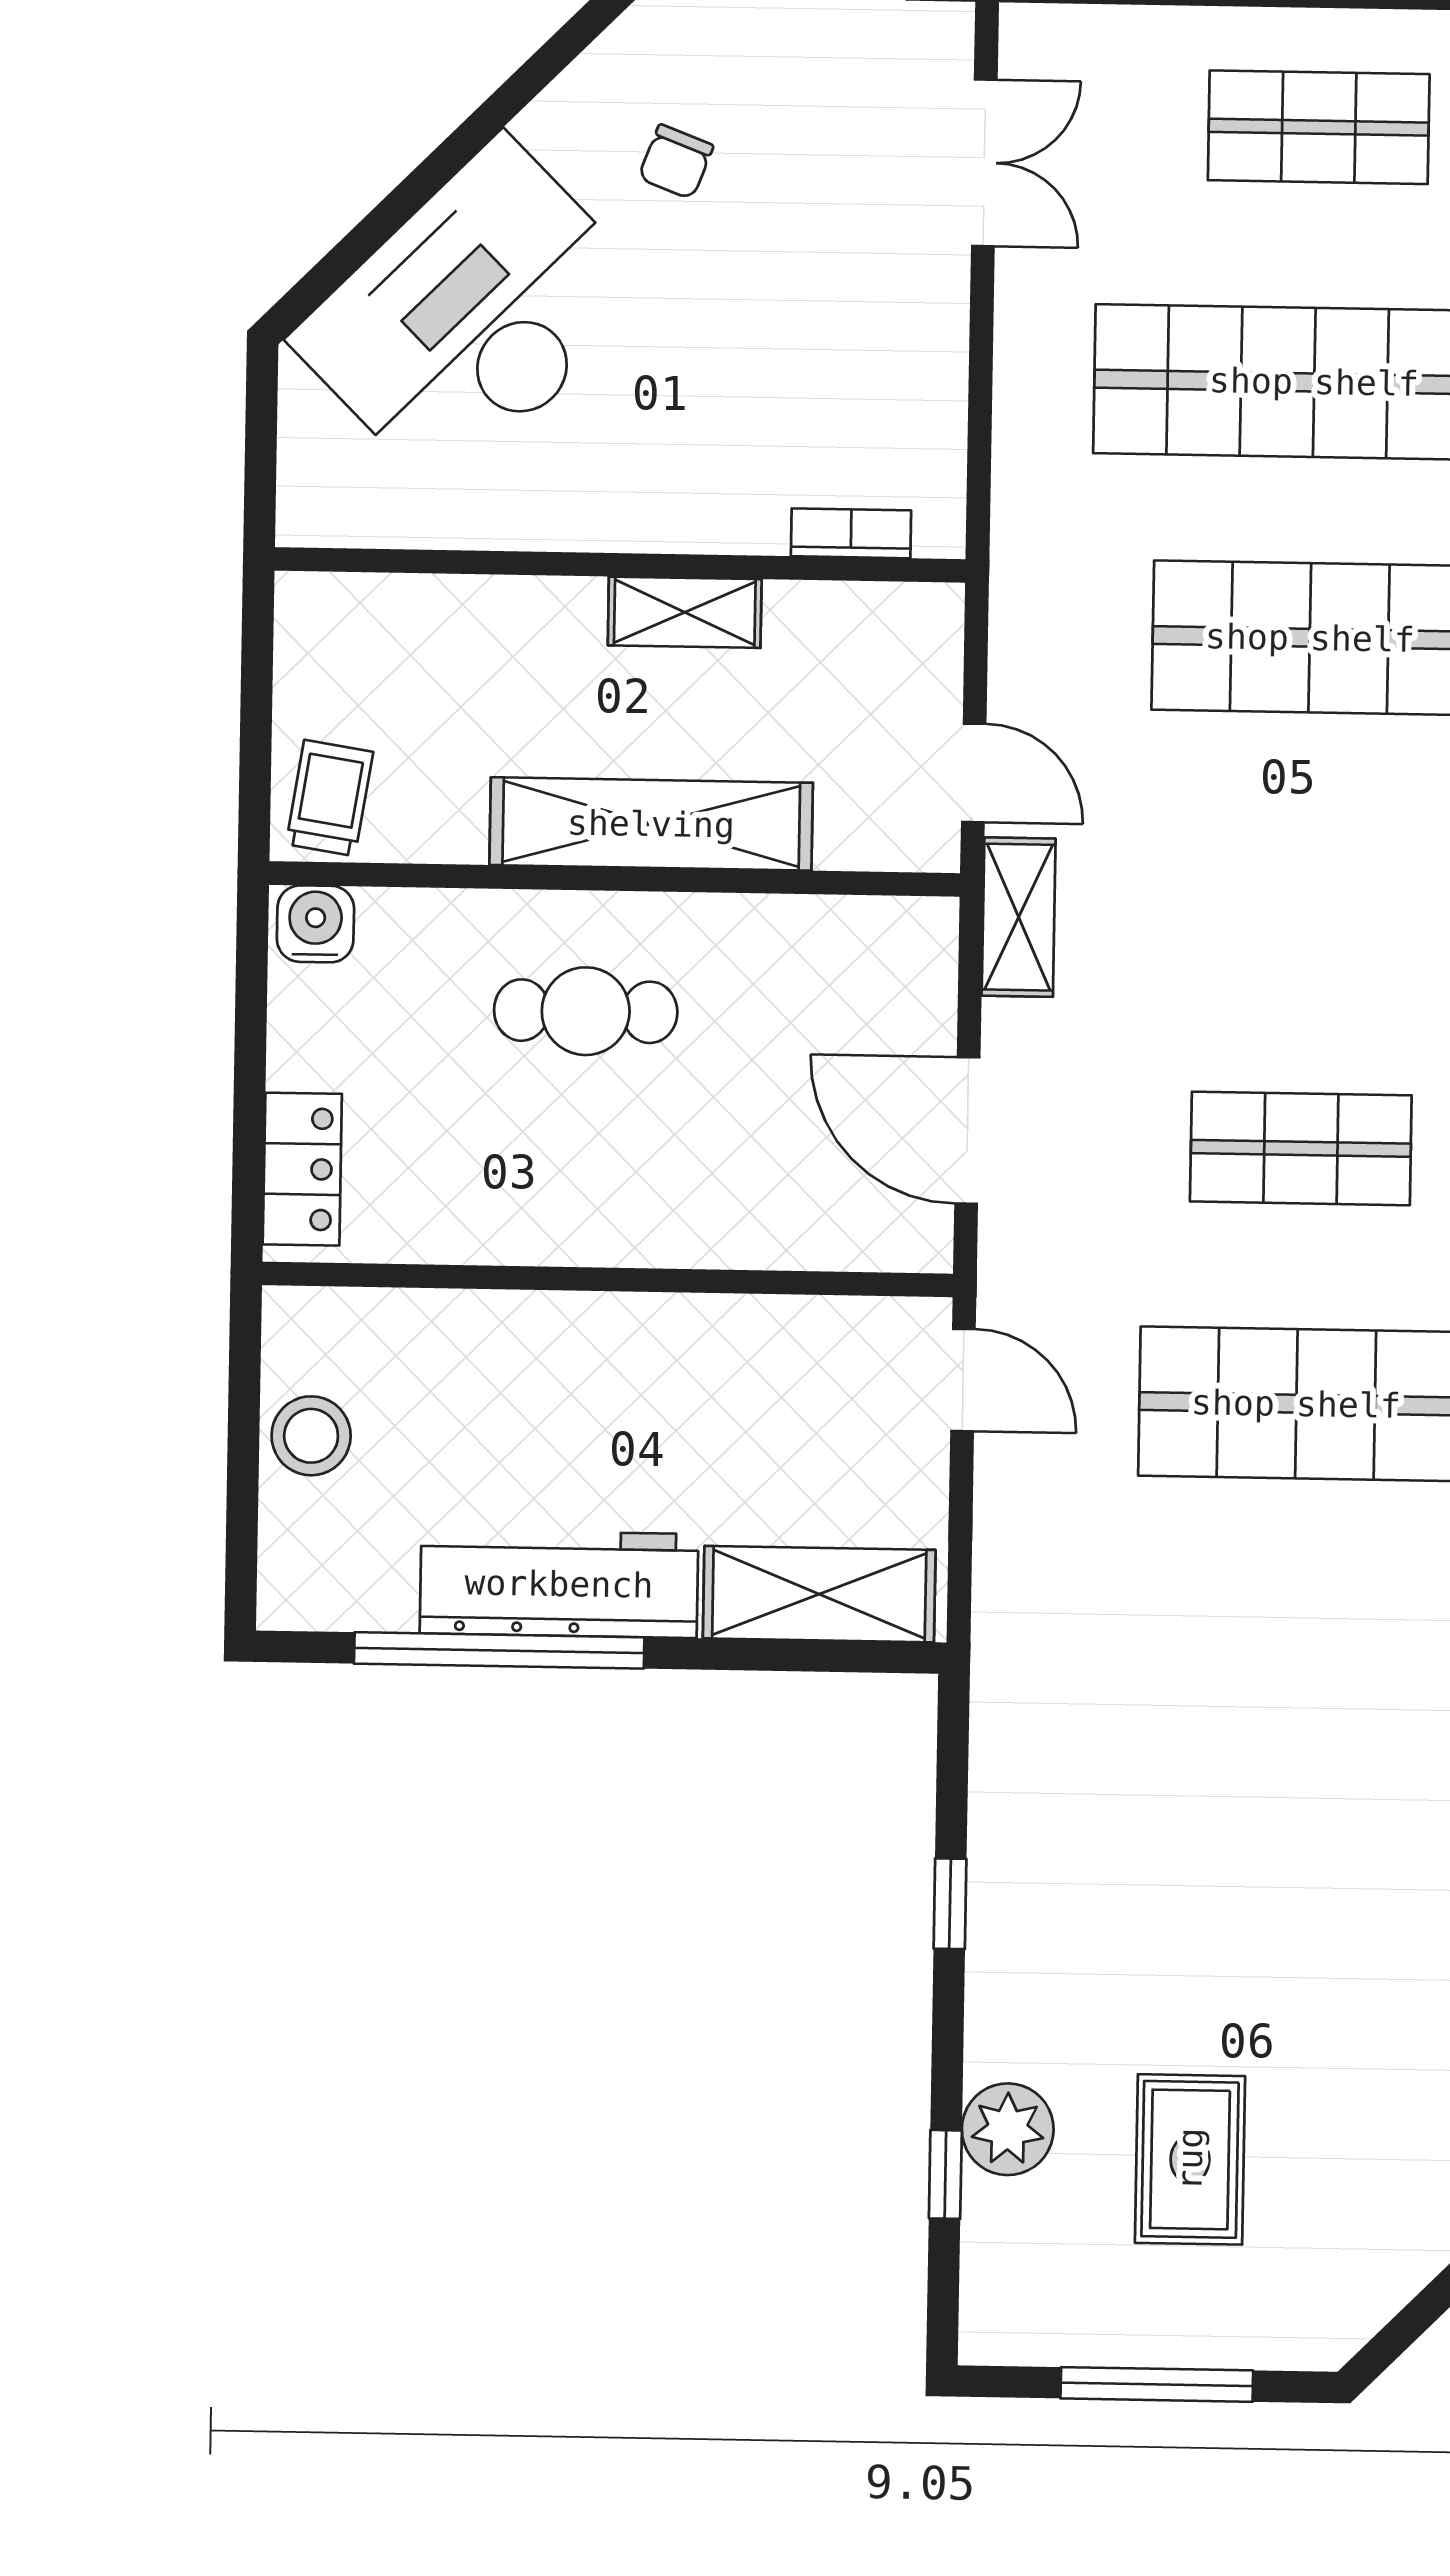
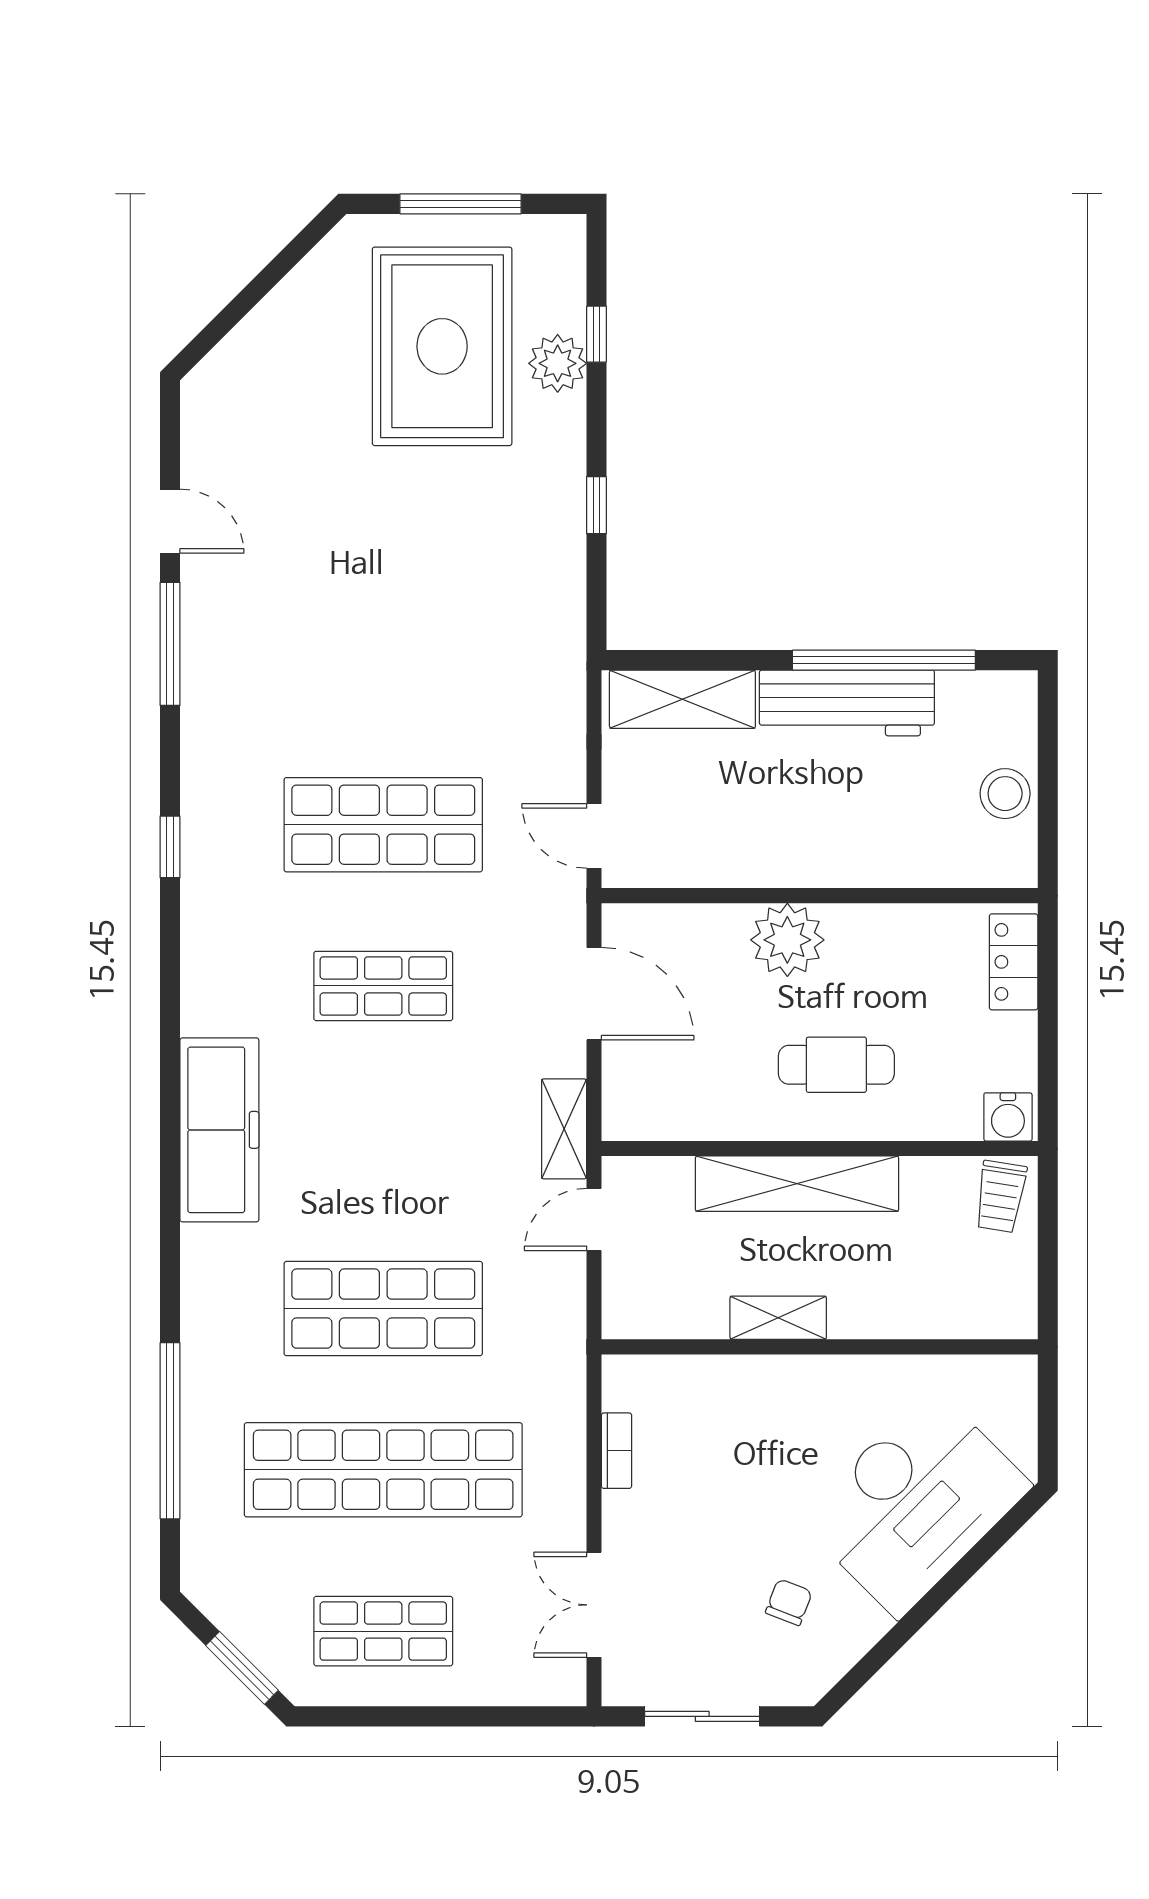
bookcase: (851, 533) -> (616, 1451), moved, turned -90
door: (974, 773) -> (594, 1219), hinge flipped
plant: (660, 1210) -> (787, 940), added
rug: (1190, 2159) -> (442, 346), width x1.86, depth x2.06

